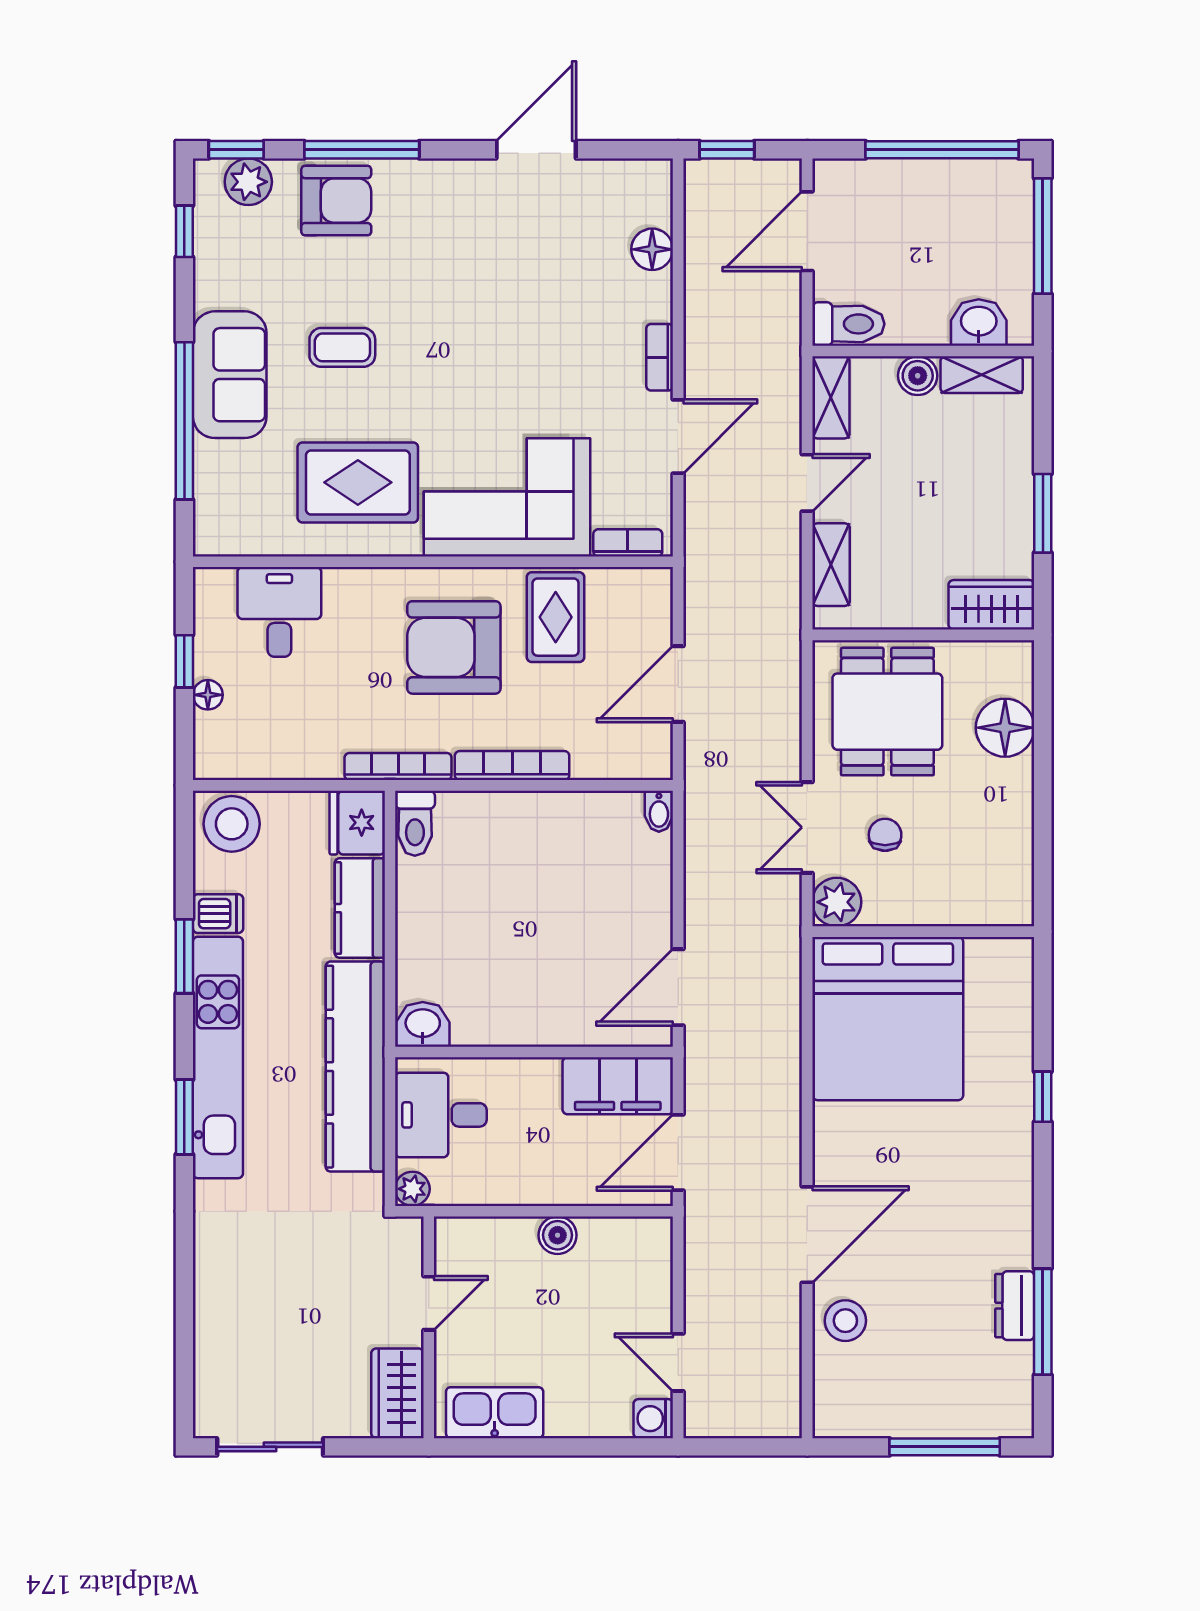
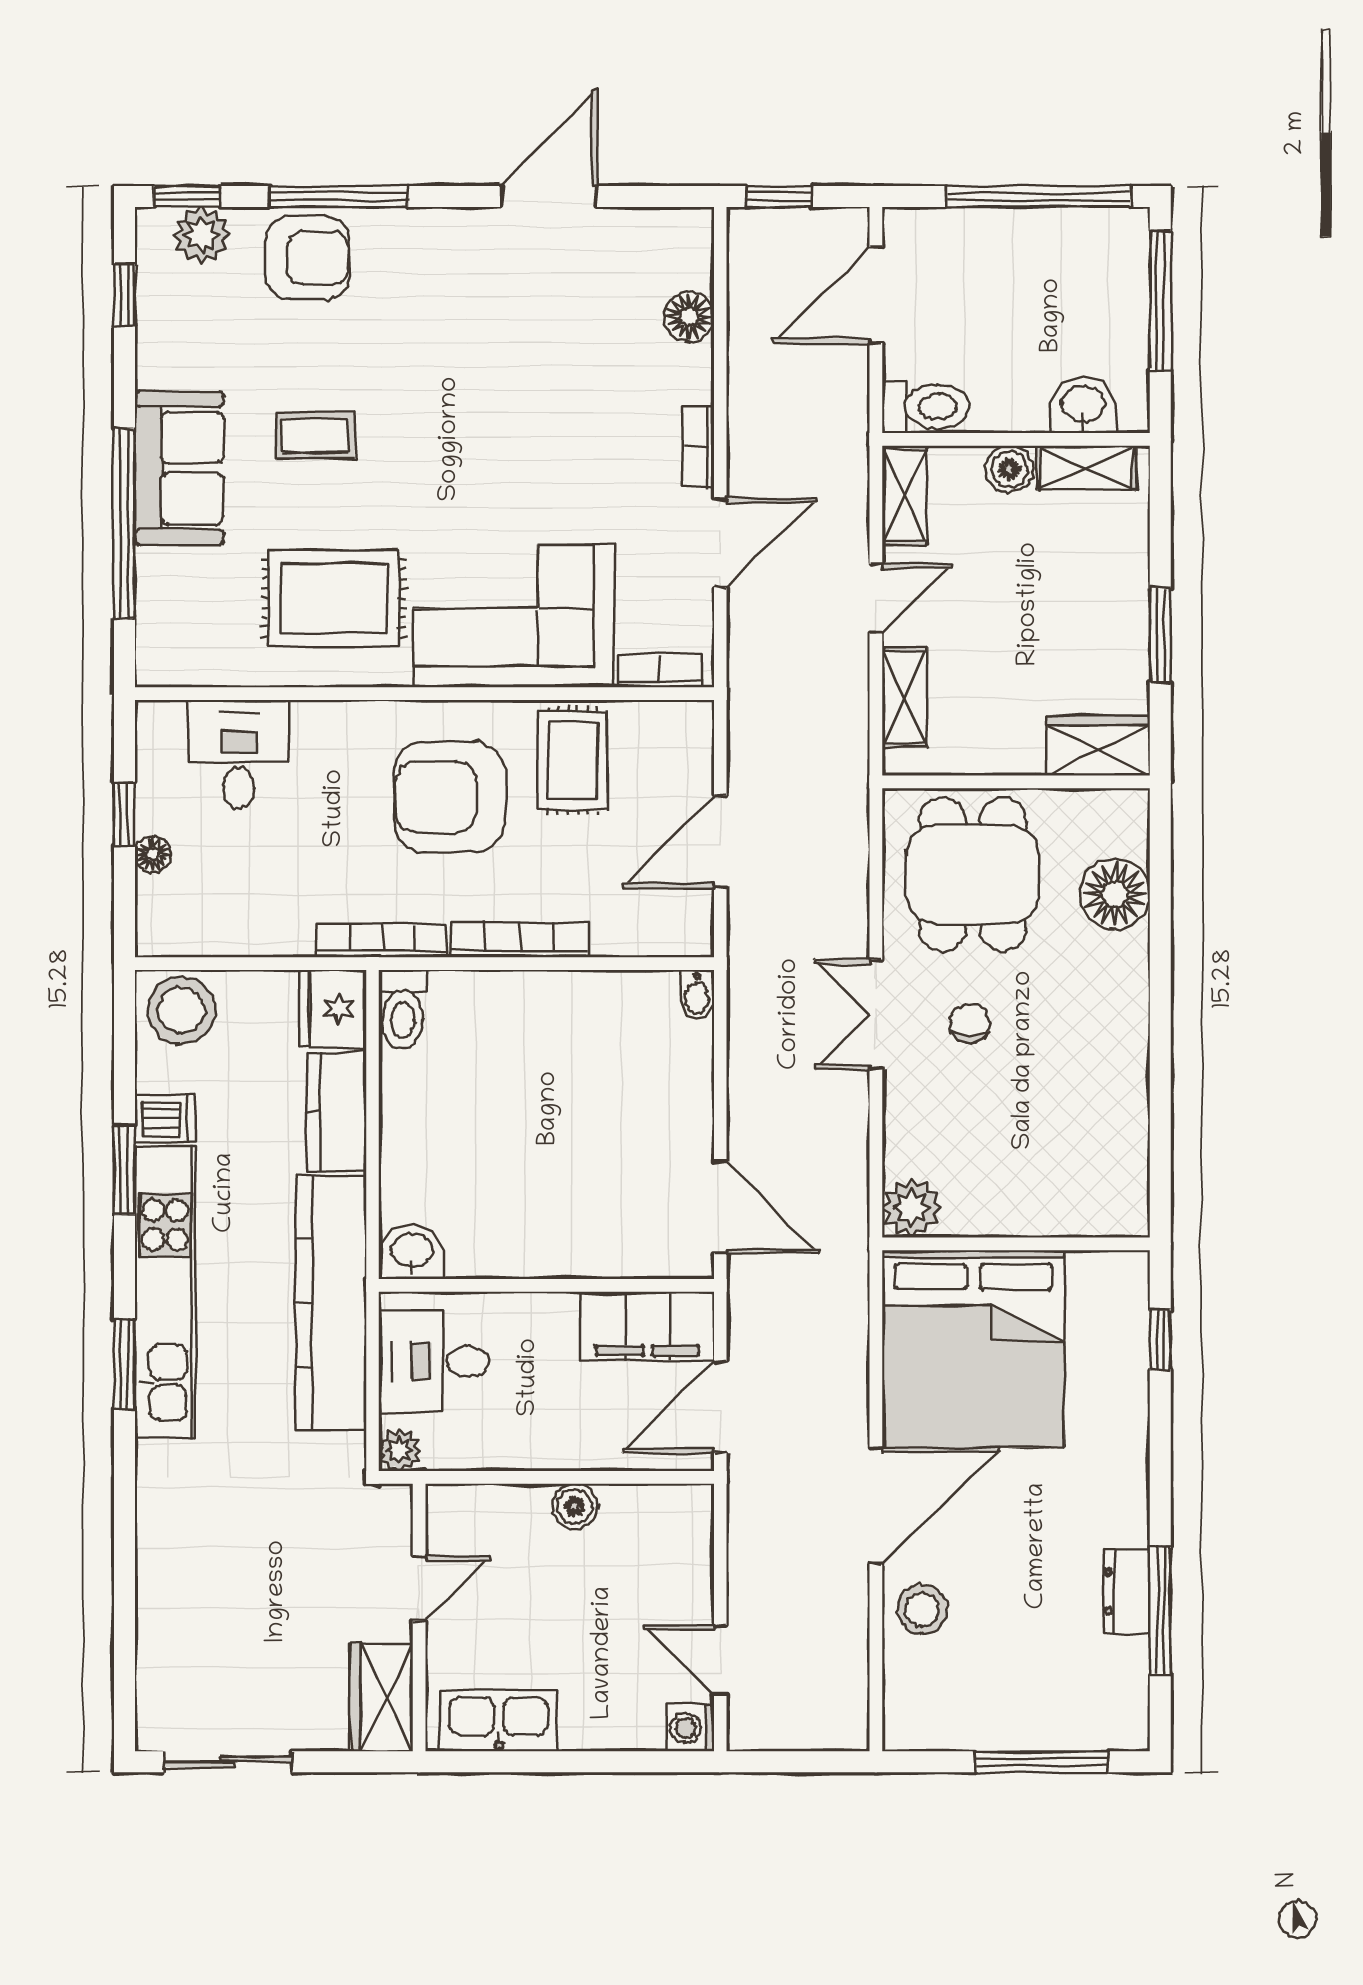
plant: (837, 902) -> (912, 1208), moved
wall: (923, 932) -> (1016, 1244), moved
door: (678, 987) -> (720, 1207), swing flipped
bed: (888, 1019) -> (973, 1349), moved

